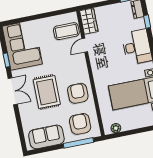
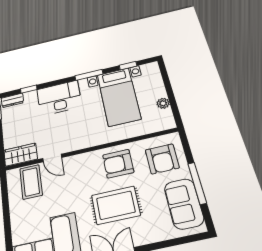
armchair: (80, 124) -> (162, 159), turned -90
plant: (116, 128) -> (163, 103), moved
window: (78, 143) -> (197, 183), moved

